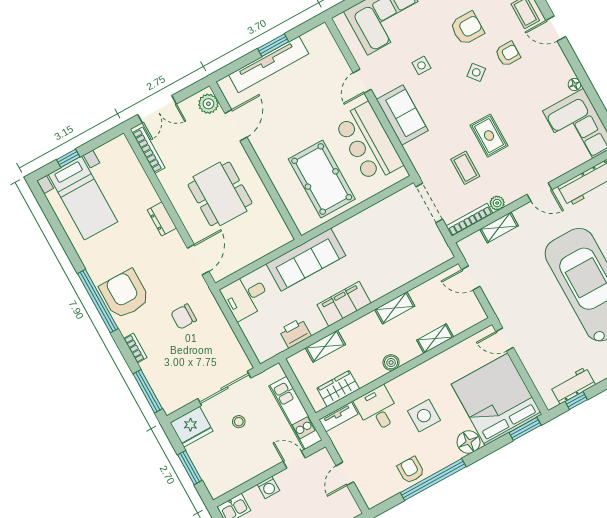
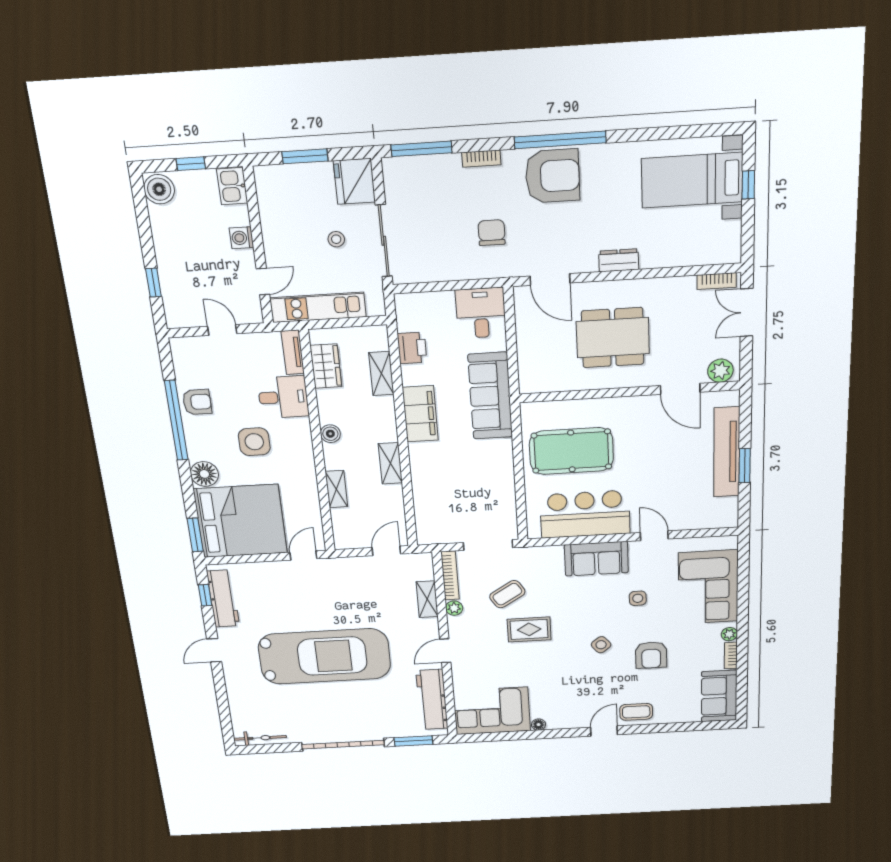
armchair: (508, 54) -> (603, 680), removed
bookcase: (149, 150) -> (717, 281), width x0.64
coffee table: (465, 168) -> (507, 594), turned -32
workbench: (573, 385) -> (223, 599), width x1.38

